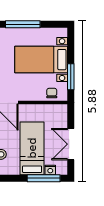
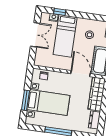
window: (71, 77) -> (25, 100), moved
window: (44, 178) -> (60, 12), width x0.46

